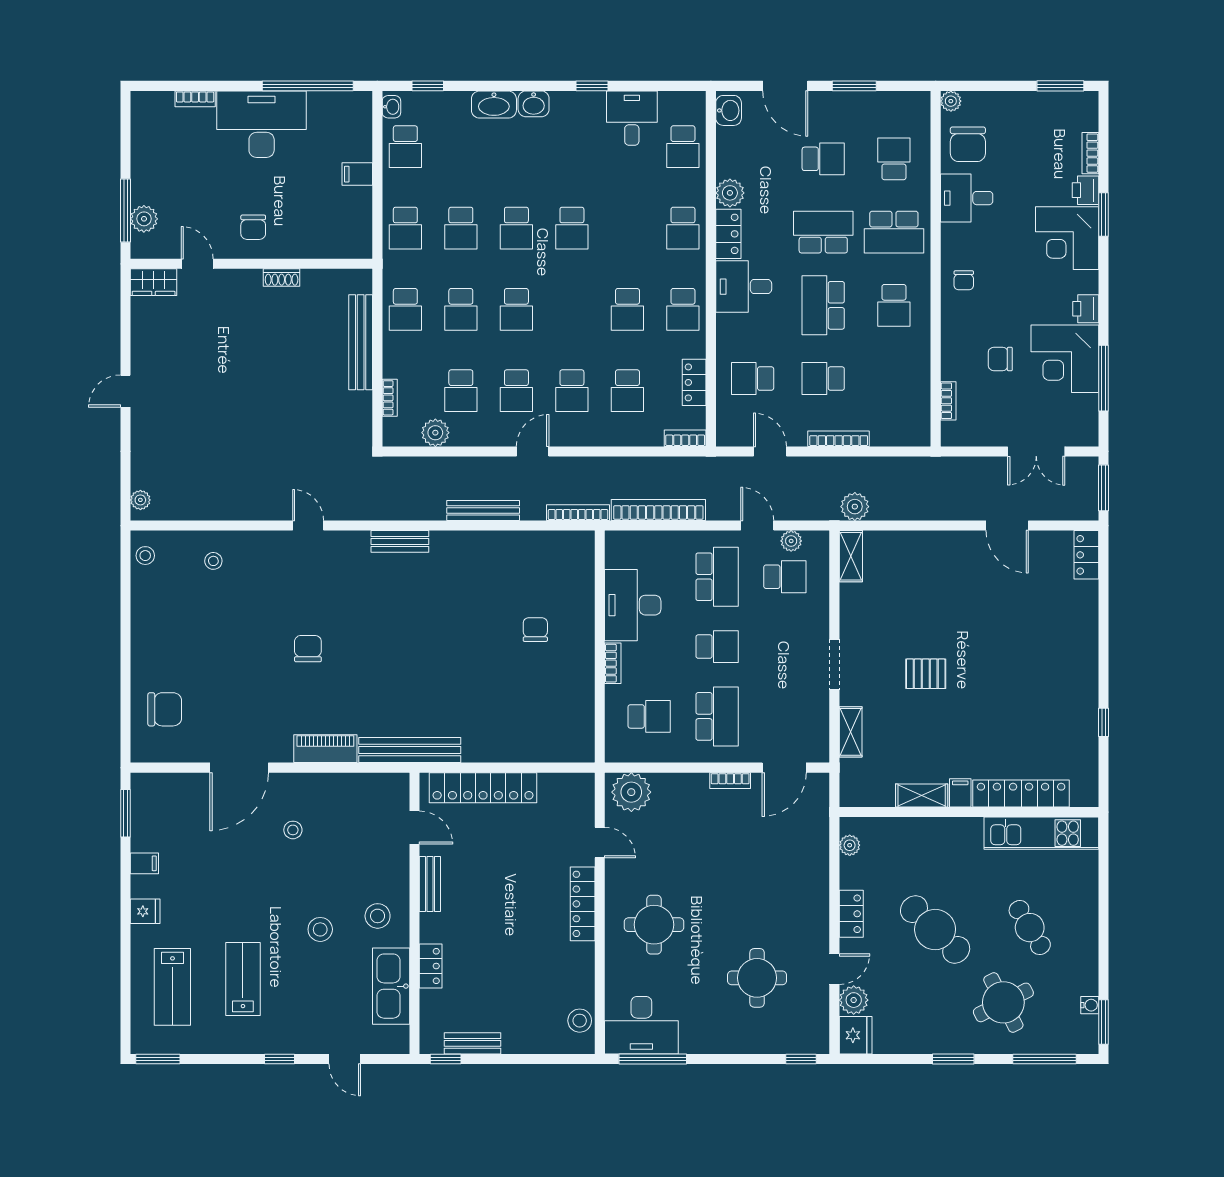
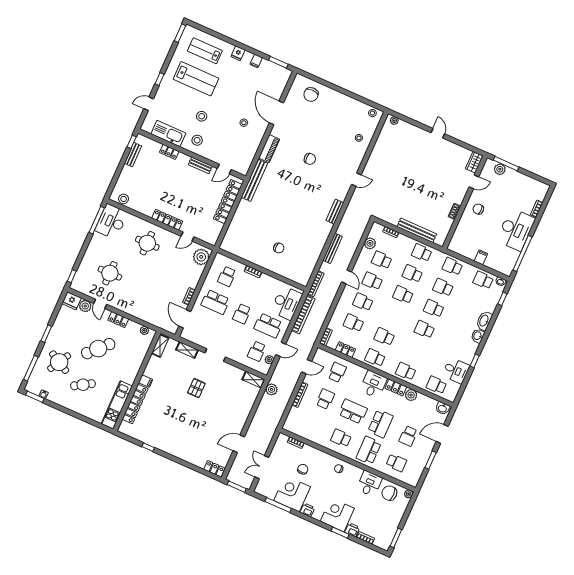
desk: (633, 605) -> (286, 303), moved, turned 90
shelving: (922, 795) -> (160, 346), moved
lab bench: (243, 979) -> (196, 79), width x1.36, depth x1.39
round table: (1003, 1002) -> (59, 362), turned -34

